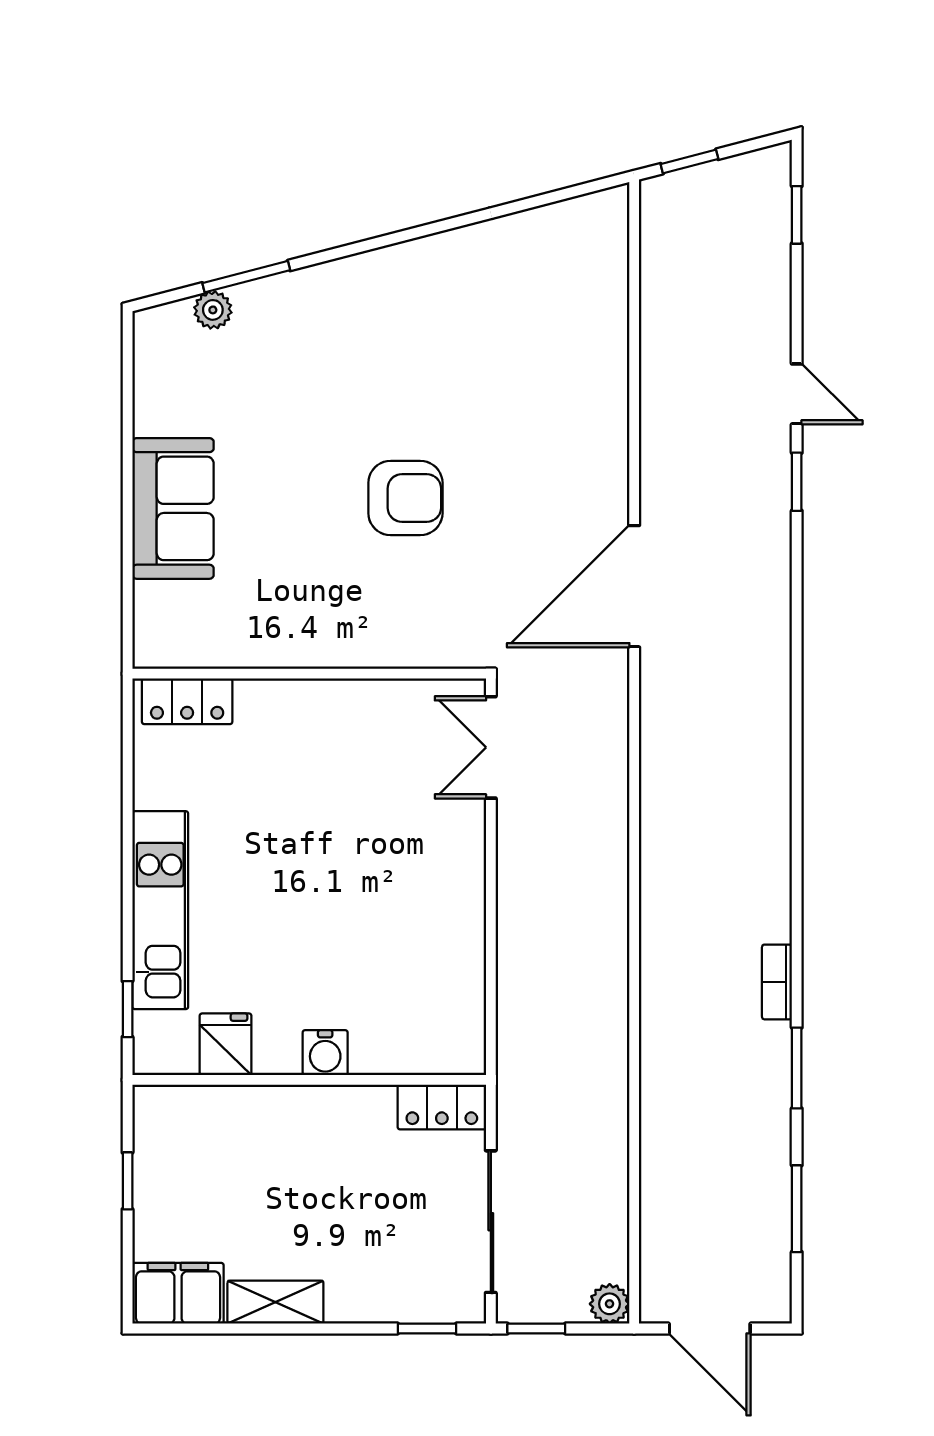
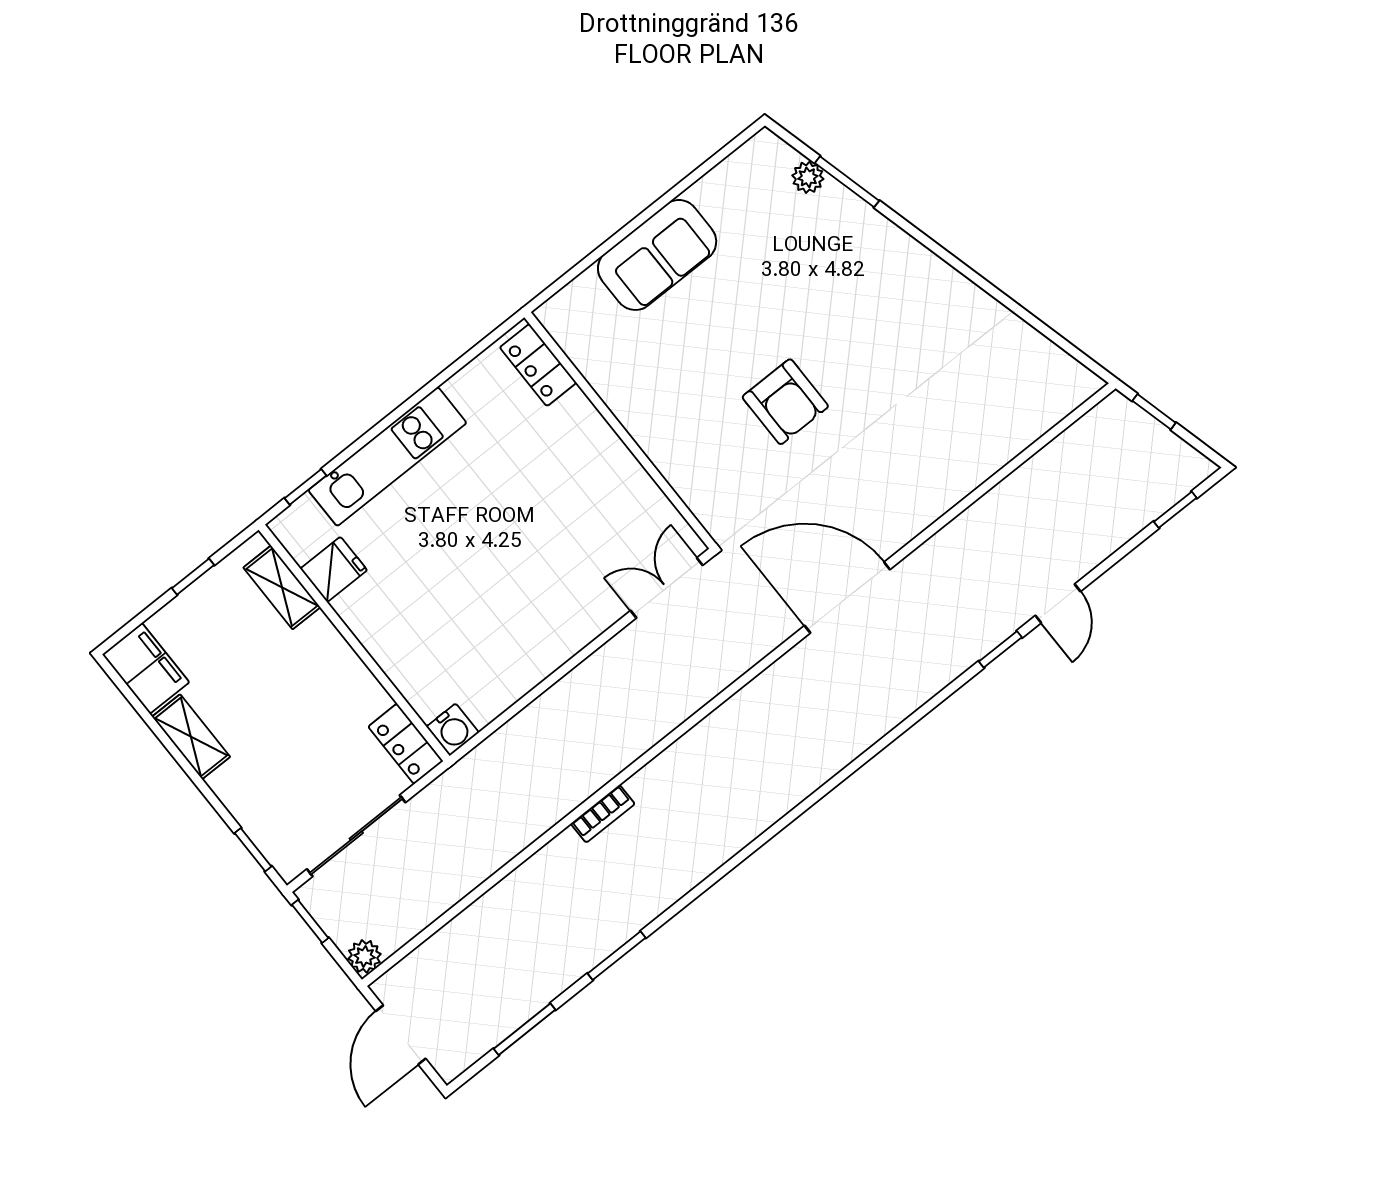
bookcase: (777, 982) -> (603, 814), moved, turned 180
water cooler: (325, 1053) -> (453, 730), moved, turned -90
shelving: (204, 1106) -> (282, 587), added

